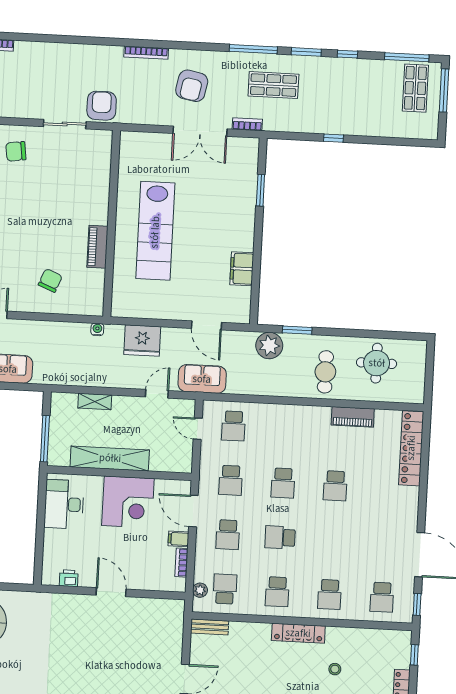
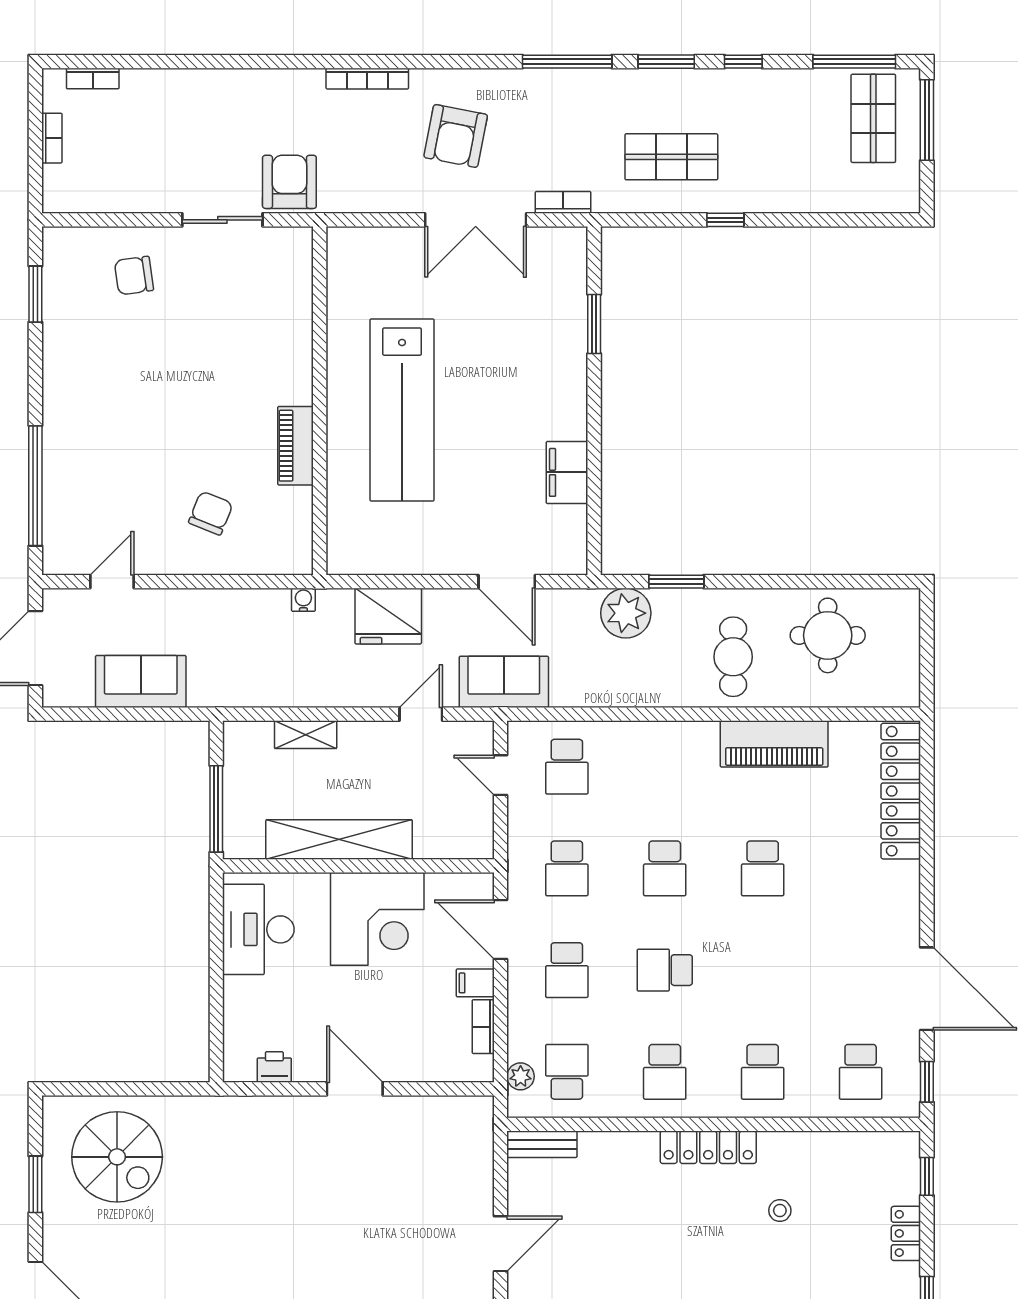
shop shelf: (273, 85) -> (671, 157), moved
piano: (353, 417) -> (774, 744), width x1.37, depth x1.33

